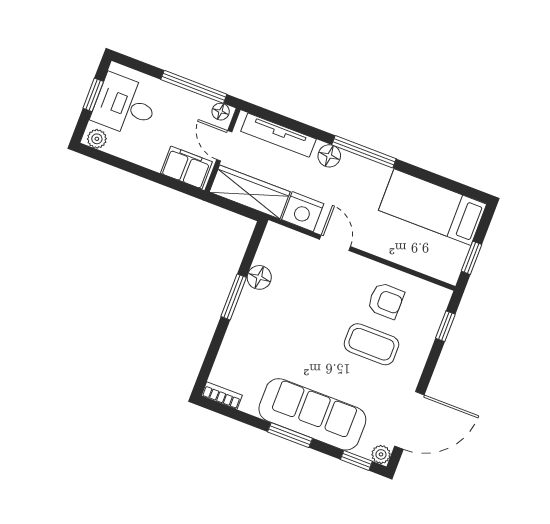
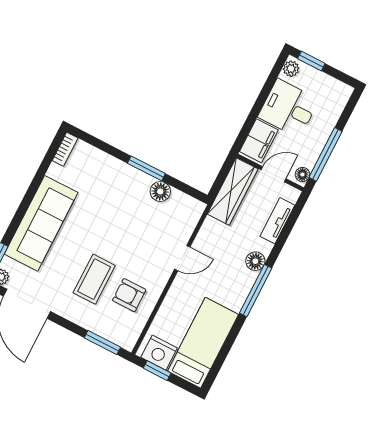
window: (93, 95) -> (311, 61), moved
desk: (125, 105) -> (288, 108), moved, turned -90
tv unit: (279, 135) -> (277, 221), width x0.71
nightstand: (303, 212) -> (159, 353), moved, turned -90
armchair: (386, 301) -> (129, 295), turned 90
window: (445, 326) -> (102, 342), width x1.50
window: (290, 435) -> (26, 203), removed

